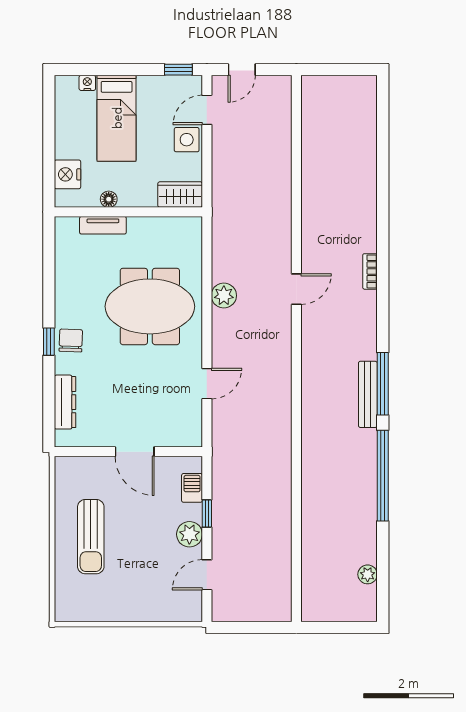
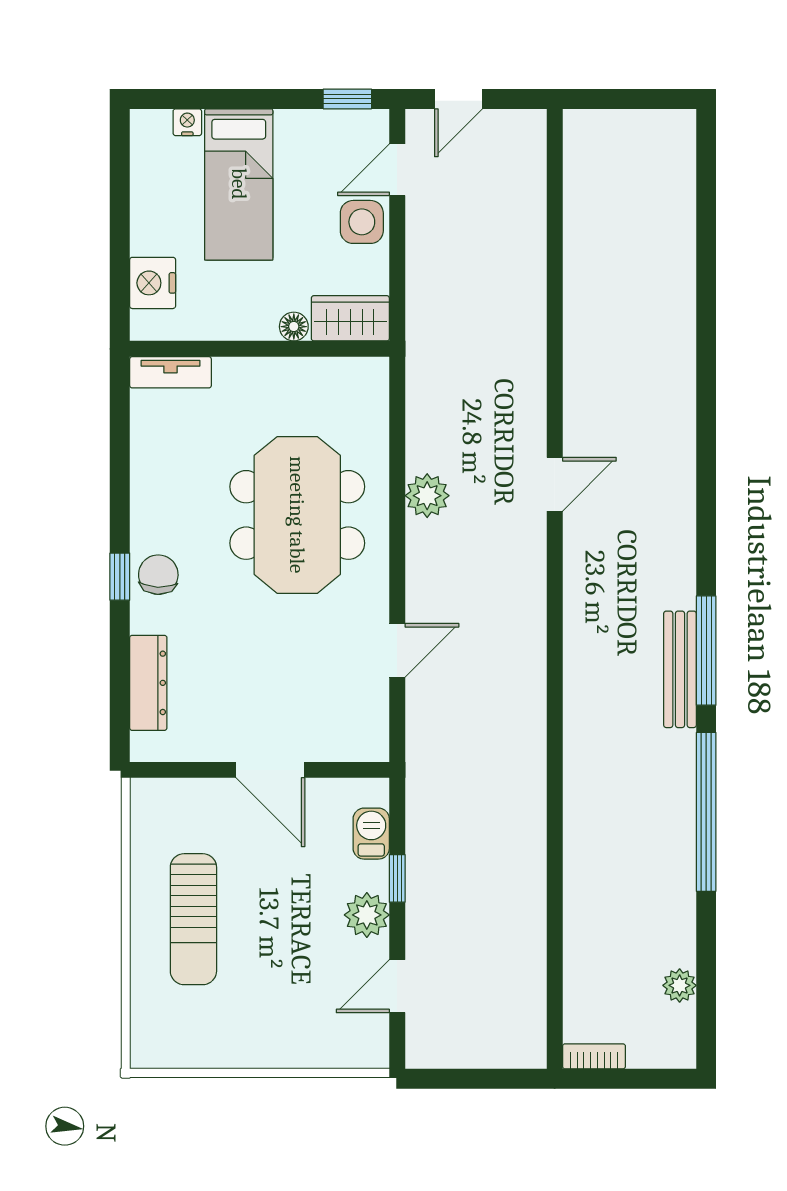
floor lamp: (109, 199) -> (294, 327), moved
tv unit: (103, 225) -> (171, 372), moved
bookcase: (370, 271) -> (594, 1056), moved, turned 90
meeting table: (150, 306) -> (297, 515), turned 90

